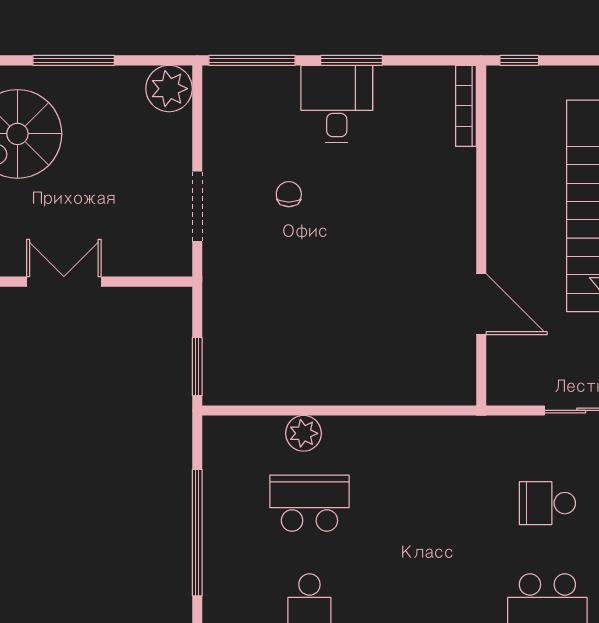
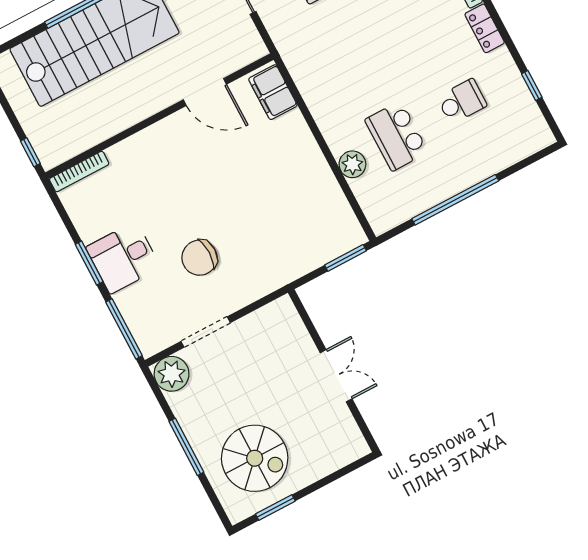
chair: (289, 194) -> (199, 258), width x1.87, depth x1.87
doorway: (197, 206) -> (206, 332), moved
double door: (64, 282) -> (336, 376), swing flipped
door: (481, 304) -> (205, 92), swing flipped
filing cabinet: (439, 384) -> (273, 92), added

